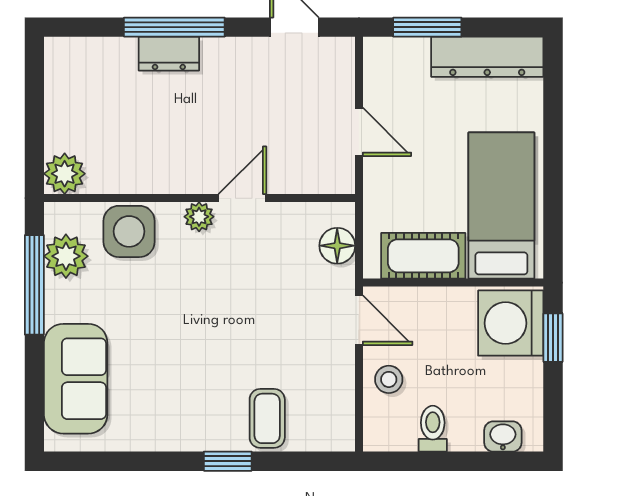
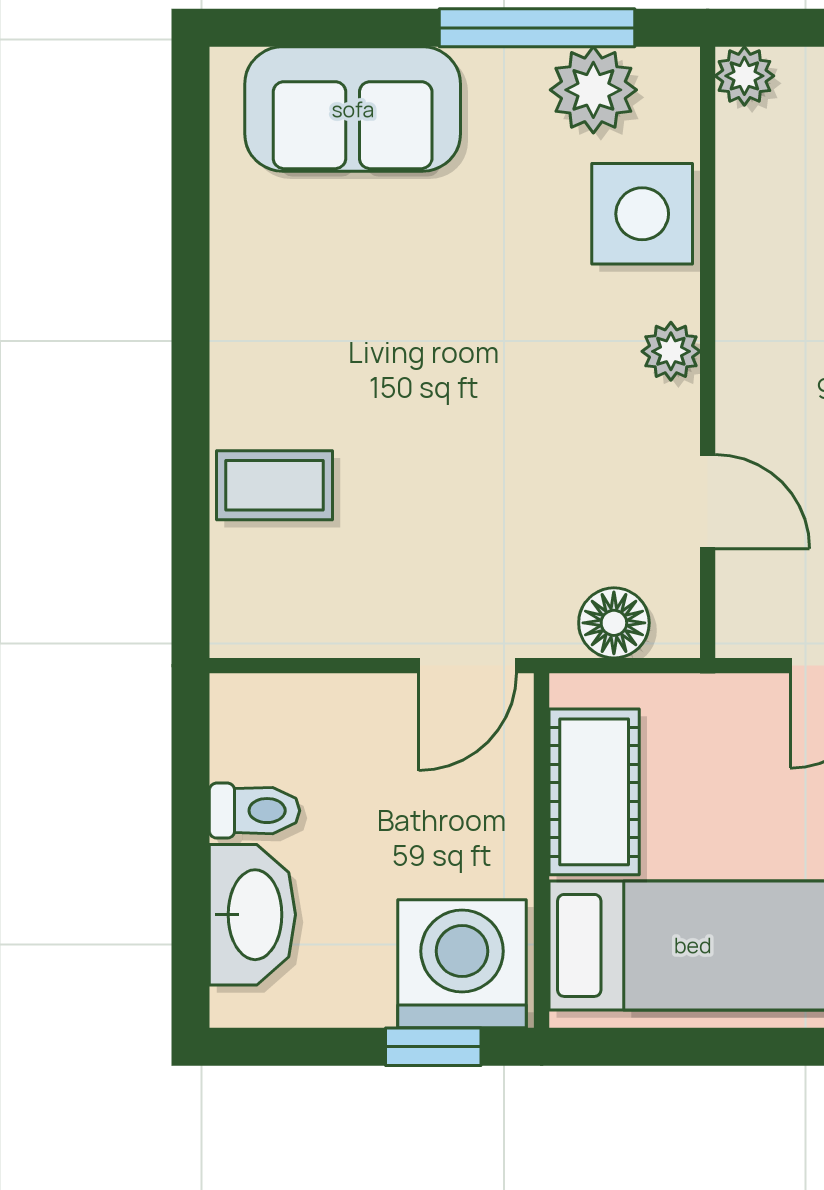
plant: (65, 174) -> (744, 76), width x0.73, depth x0.73
door: (242, 198) -> (708, 501), moved
stool: (389, 379) -> (351, 724), removed
washbasin: (503, 436) -> (252, 915), width x1.91, depth x1.45
window: (228, 461) -> (191, 408), removed

